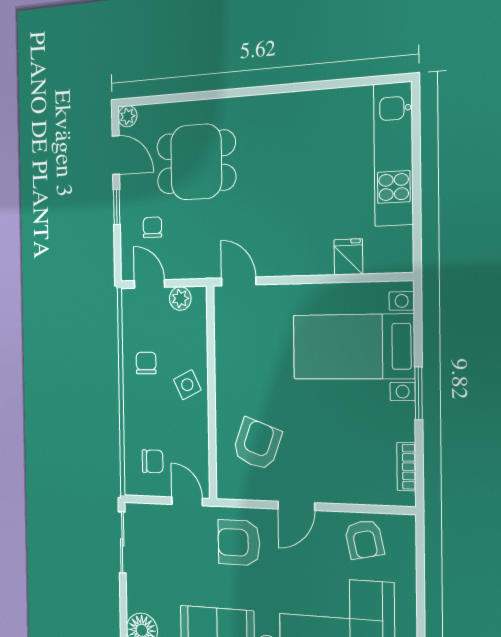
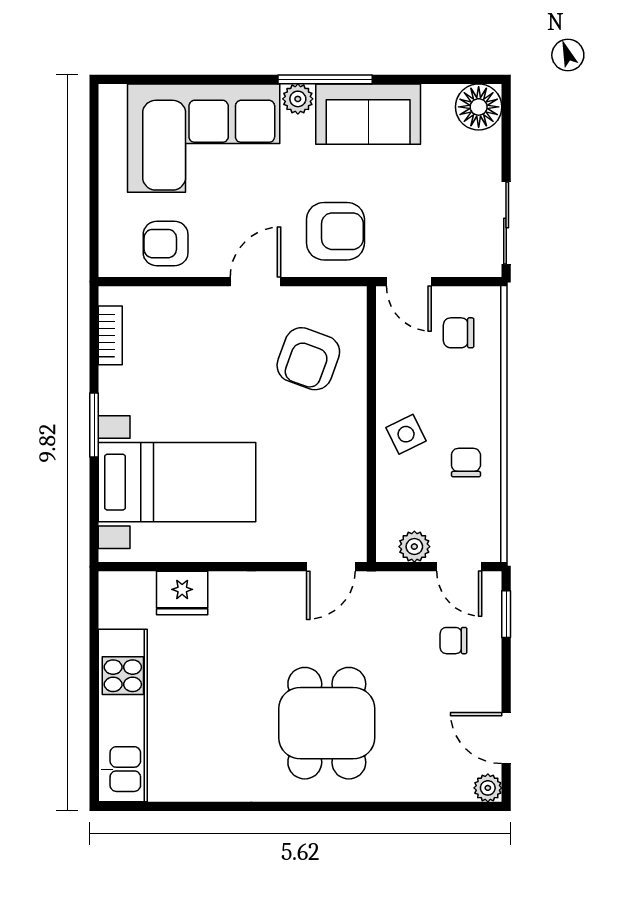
dining table: (196, 162) -> (327, 723), moved, turned 90
window: (117, 207) -> (506, 614), moved
chair: (152, 227) -> (453, 641), turned 90
fridge: (348, 257) -> (182, 593), width x1.38
door: (239, 281) -> (331, 567), hinge flipped
chair: (146, 363) -> (466, 463), turned 180
armchair: (364, 539) -> (166, 244), turned -78

